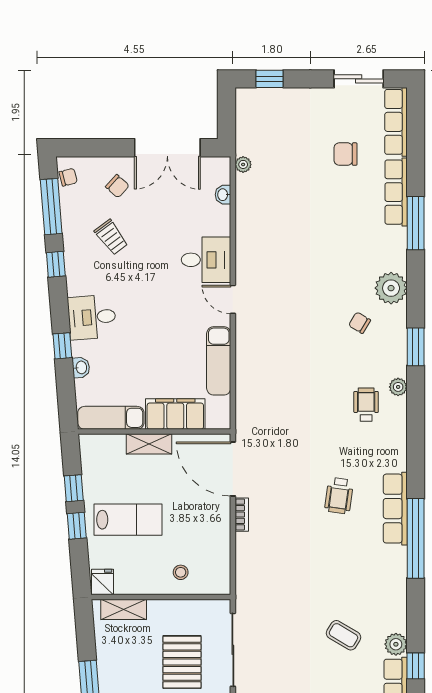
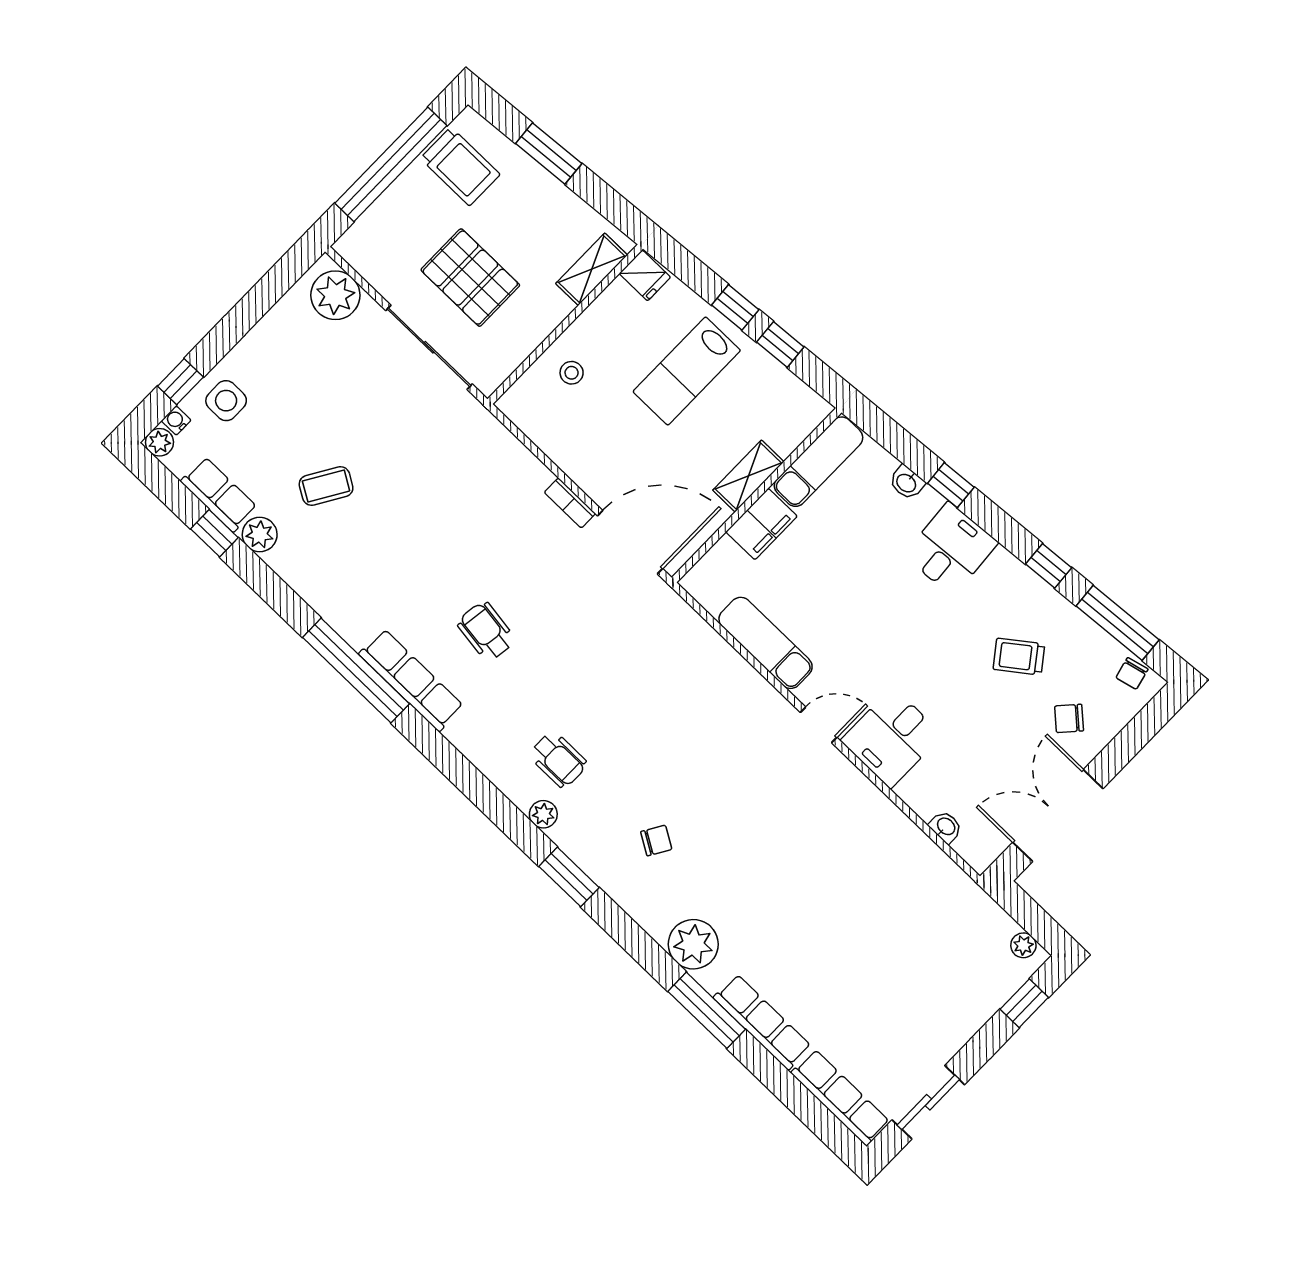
chair: (345, 154) -> (859, 1007), removed
plant: (243, 164) -> (1023, 945), moved
plant: (391, 288) -> (693, 944), moved
filing cabinet: (175, 414) -> (762, 524), width x0.67, depth x0.86

